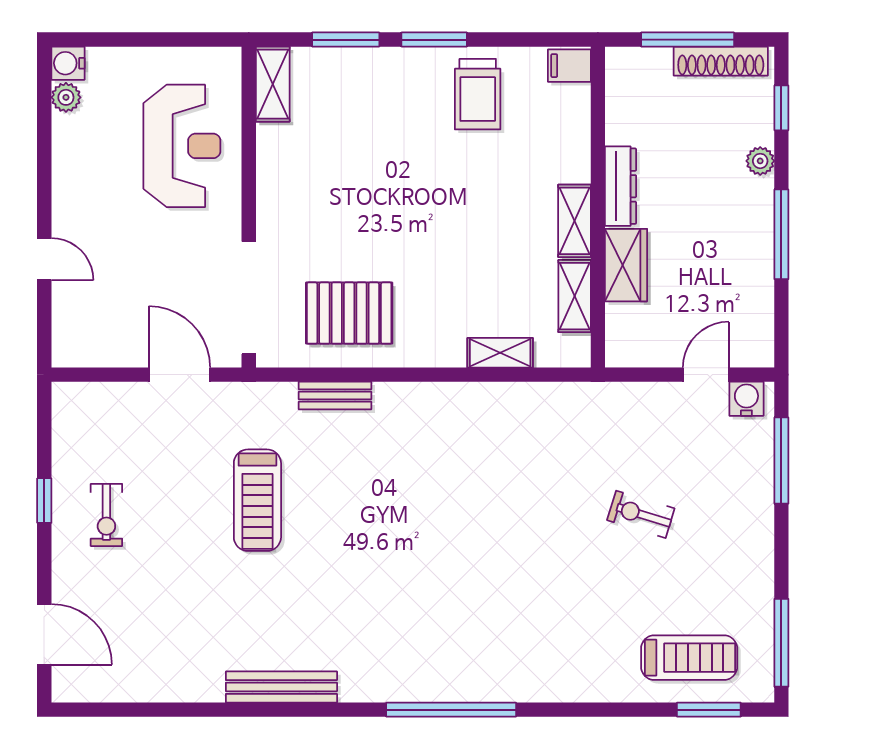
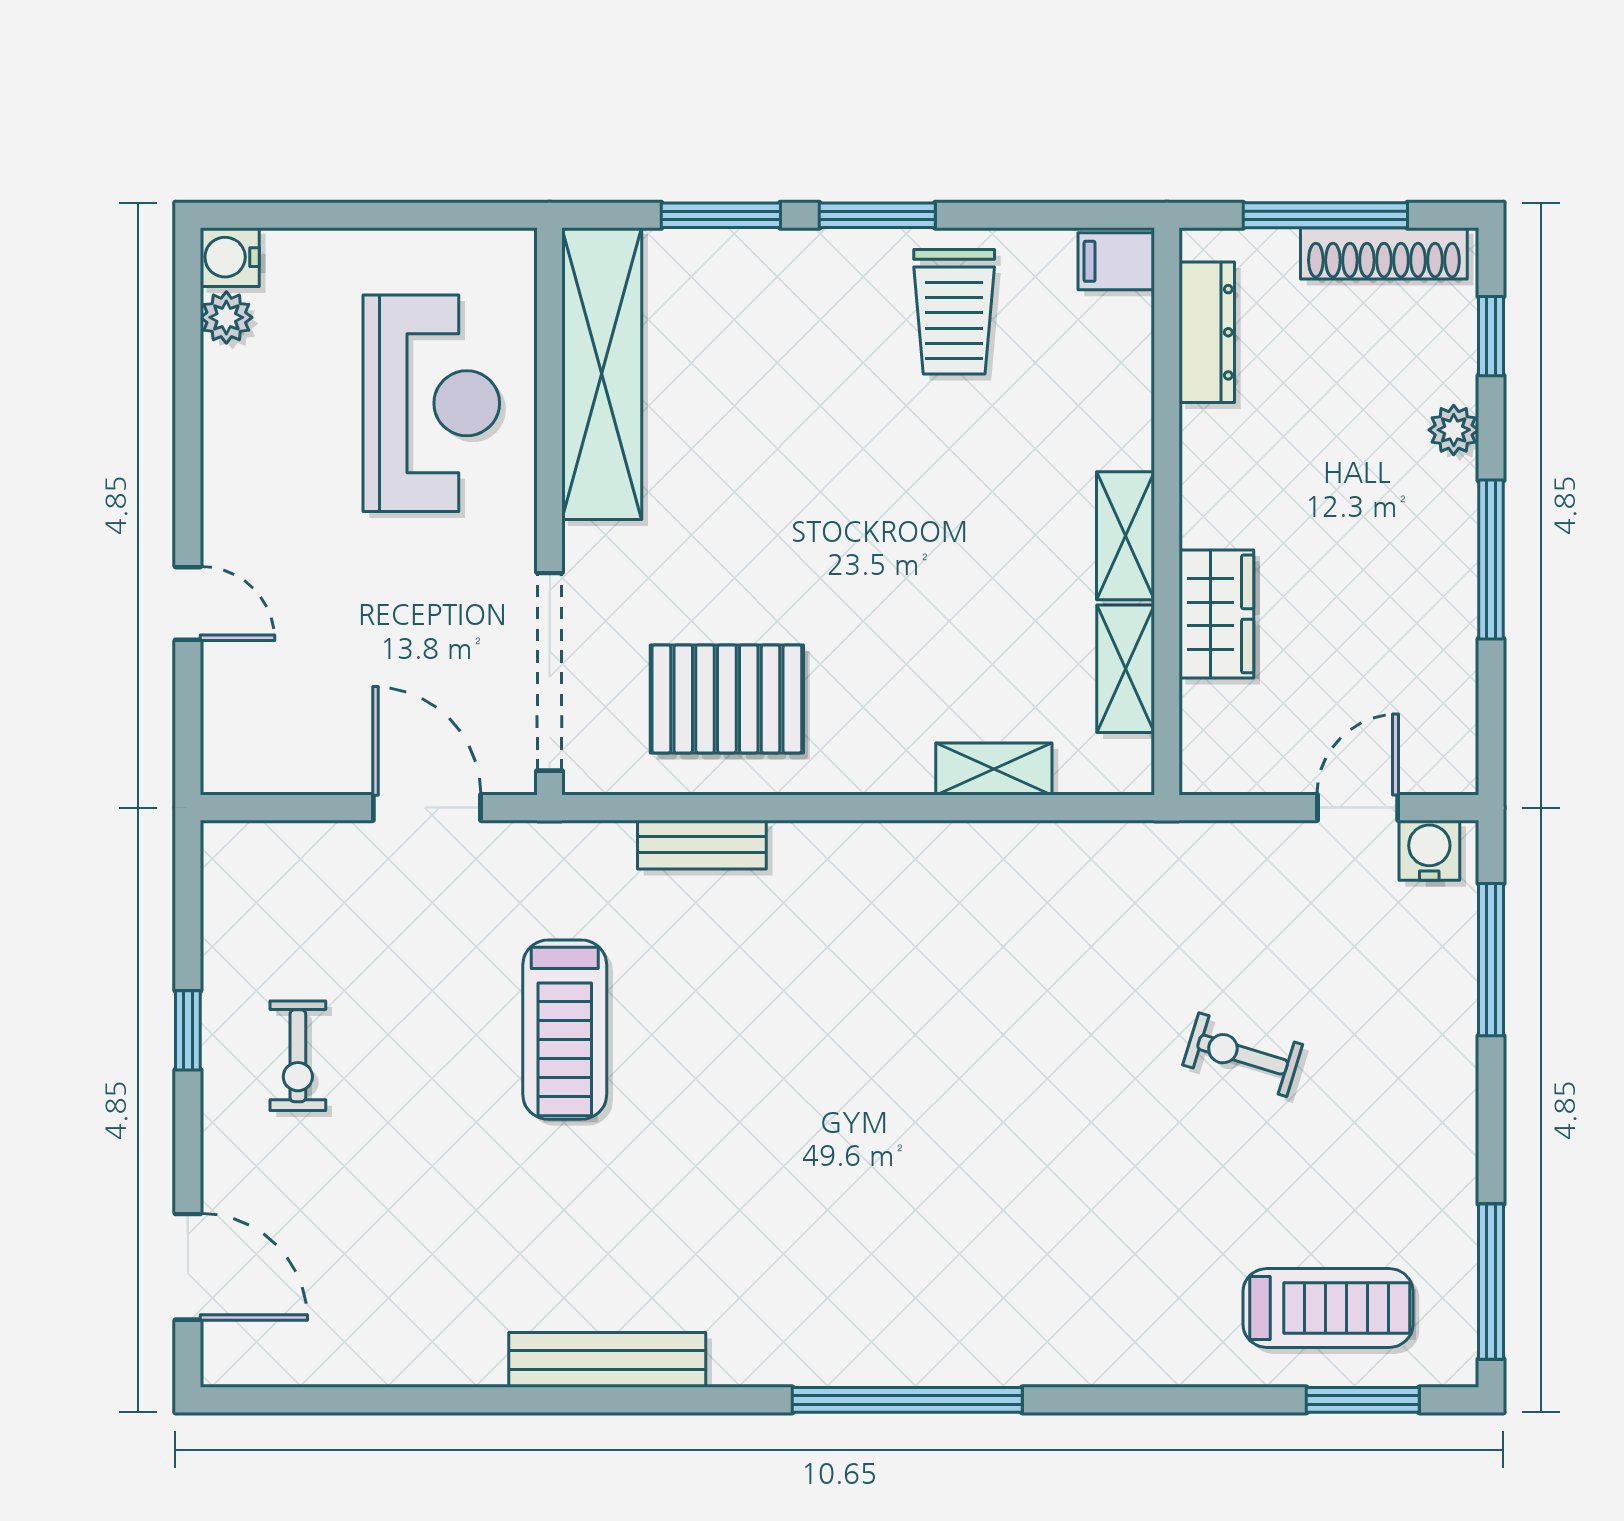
shelving: (273, 84) -> (602, 374), width x2.20, depth x1.33
dresser: (621, 186) -> (1207, 332), moved

